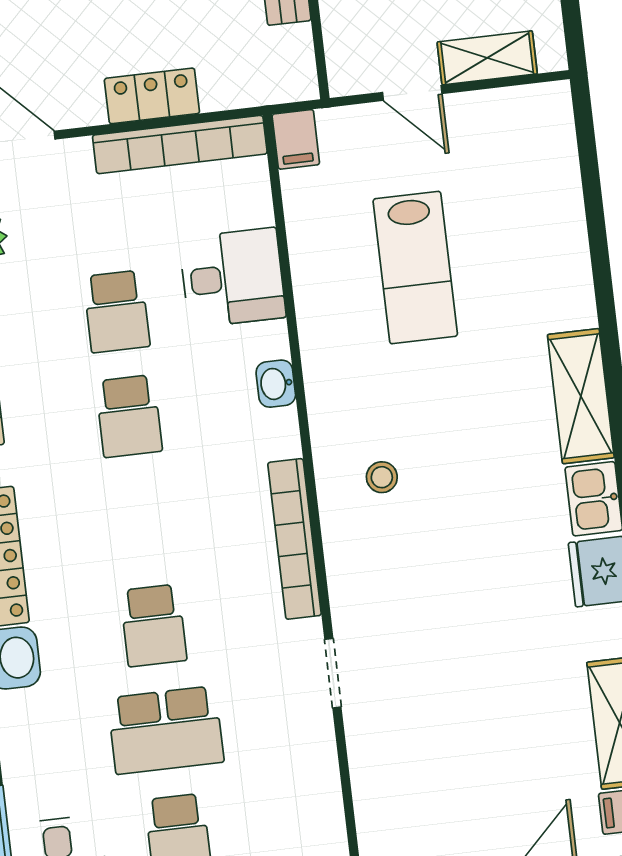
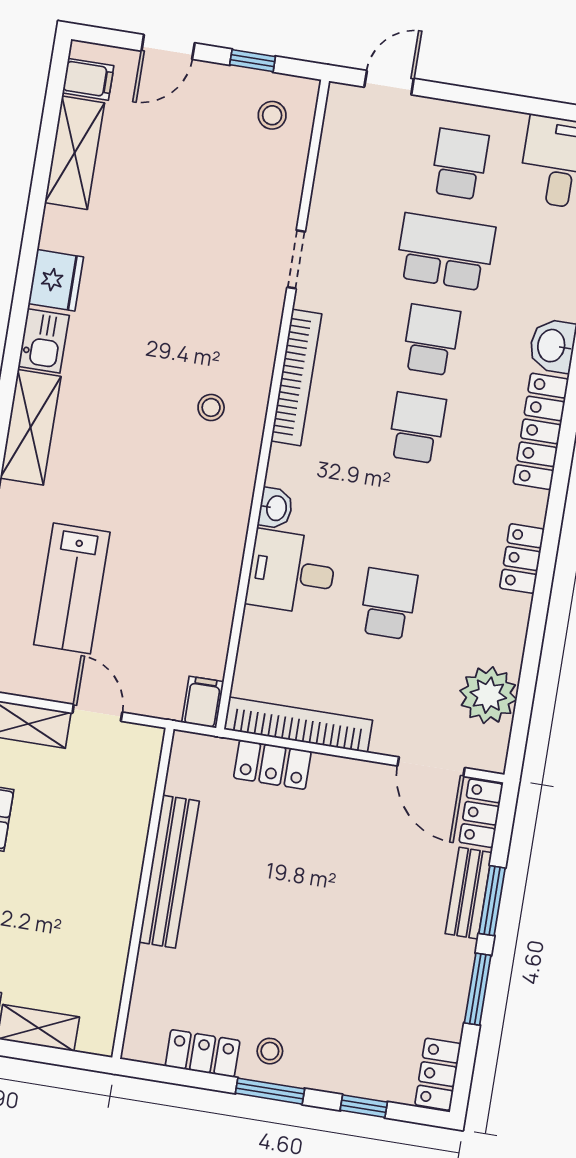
locker: (152, 96) -> (272, 765), moved
lab bench: (415, 268) -> (72, 588), moved, turned 180
desk: (233, 278) -> (291, 572), moved
school desk: (129, 416) -> (417, 428), moved
stool: (407, 829) -> (272, 115), added

